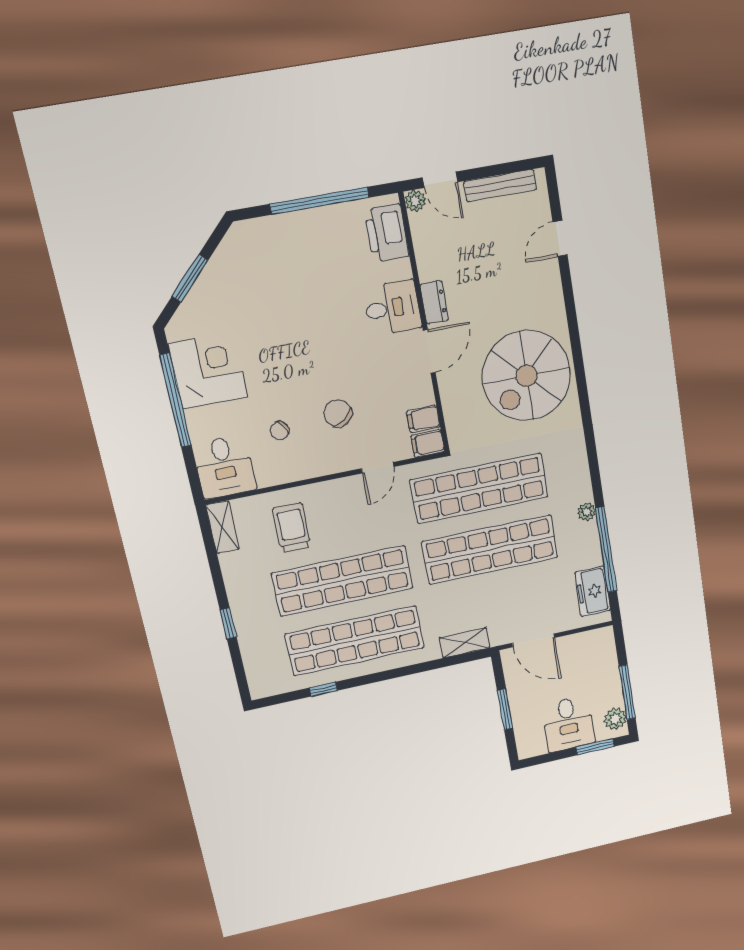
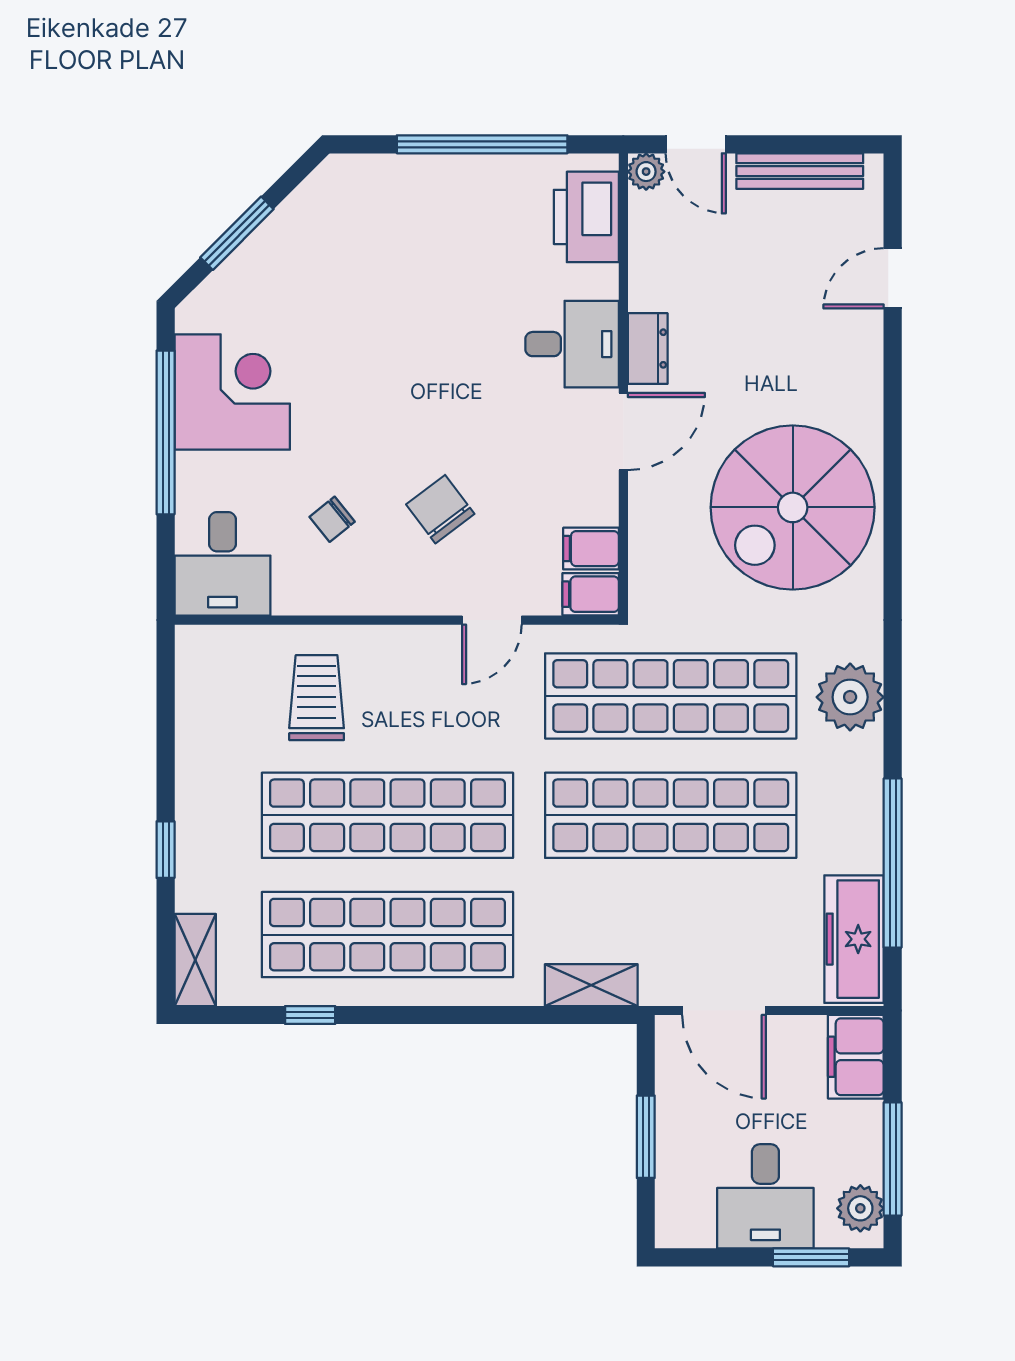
plant: (587, 512) -> (850, 697), moved, width x1.88, depth x1.88
shelving: (223, 527) -> (195, 960), moved
freezer: (593, 591) -> (854, 939), width x1.40
filing cabinet: (602, 648) -> (856, 1057), added

